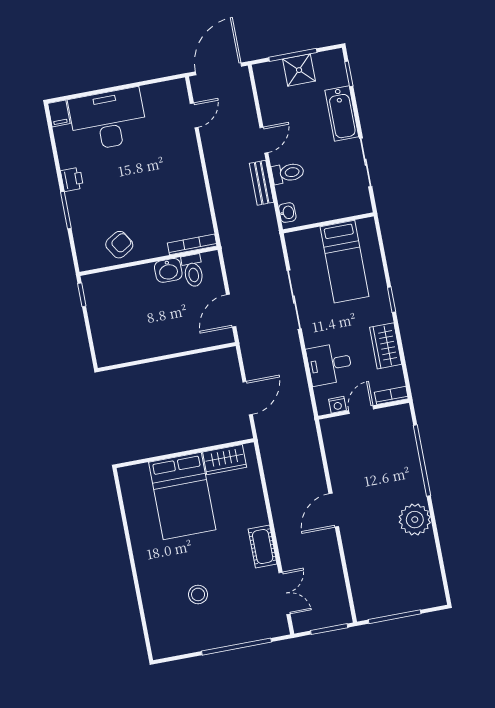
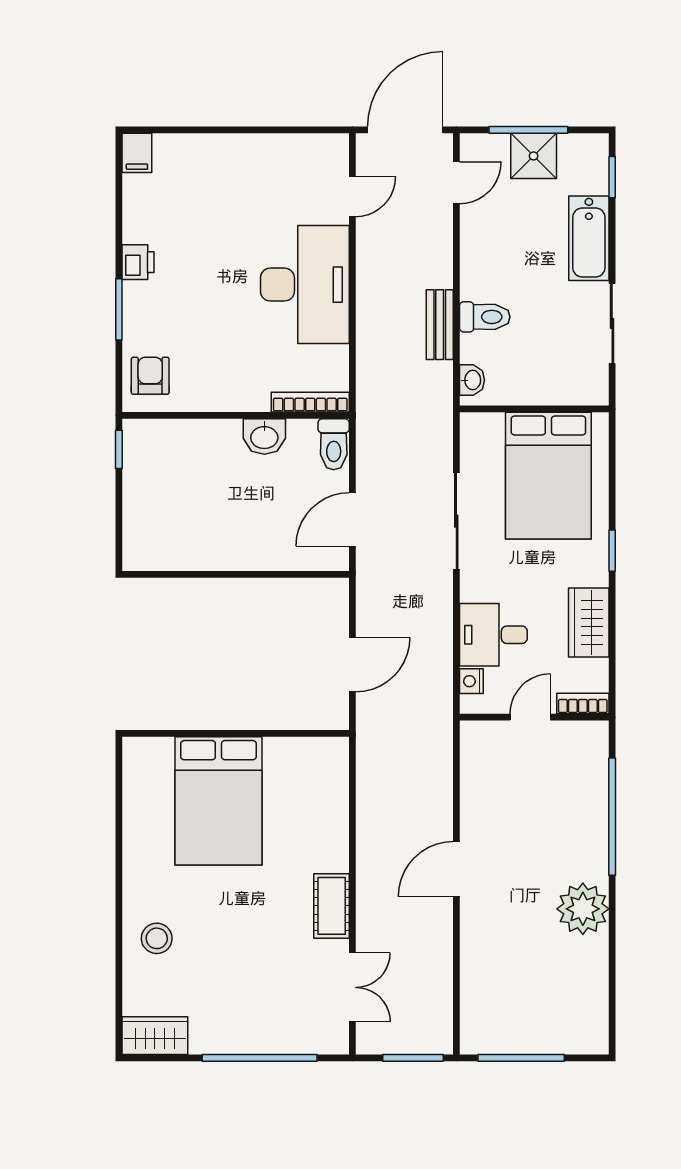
desk: (108, 120) -> (305, 285), moved, turned 90
door: (264, 140) -> (456, 183), moved
armchair: (119, 245) -> (150, 376), moved, turned -59
bed: (345, 262) -> (548, 476), width x1.50
toilet: (193, 271) -> (334, 444), moved
nightstand: (338, 405) -> (471, 681), moved, turned 90
wardrobe: (225, 460) -> (155, 1036), moved, turned 180
stool: (198, 594) -> (157, 938), moved

